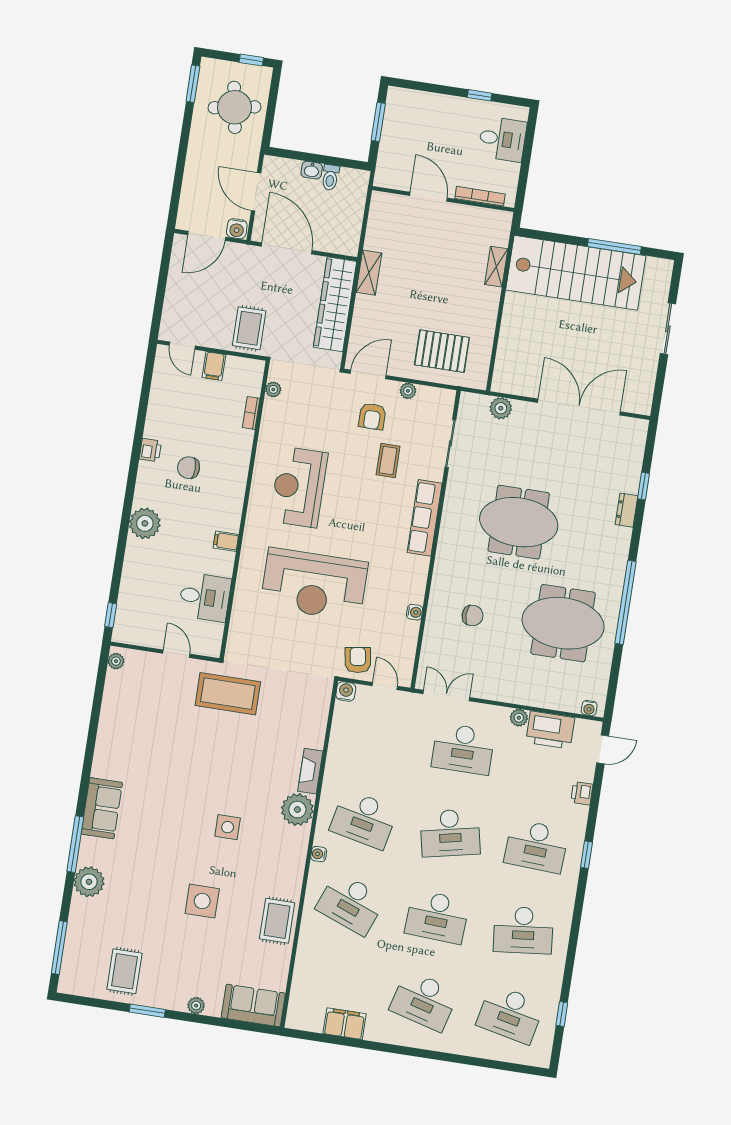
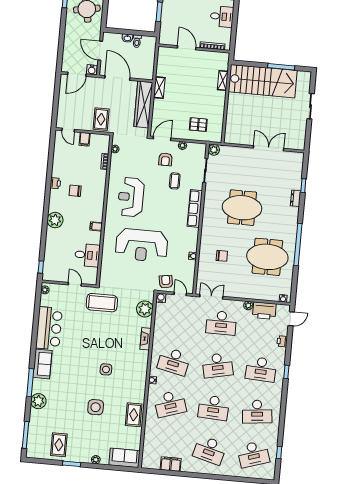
pallet: (442, 351) -> (198, 125), width x0.67, depth x0.71
double door: (579, 407) -> (269, 148), width x0.73
plant: (501, 408) -> (214, 150), moved
bar counter: (119, 738) -> (49, 328), added
plant: (297, 810) -> (145, 309), moved
desk: (351, 903) -> (170, 404), turned -39
desk: (510, 1014) -> (253, 454), turned -30

